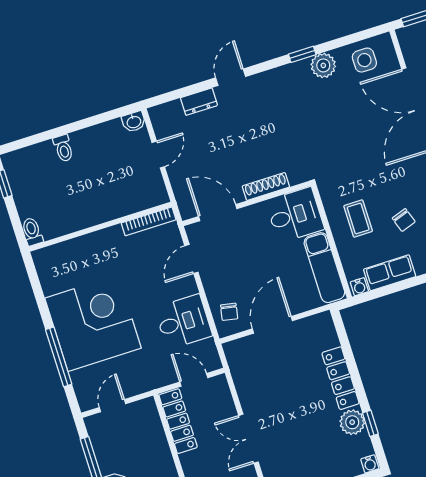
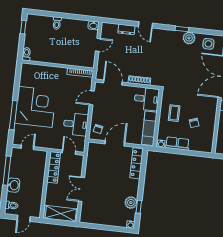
door: (231, 77) -> (145, 25), swing flipped
locker: (341, 378) -> (136, 163), moved

